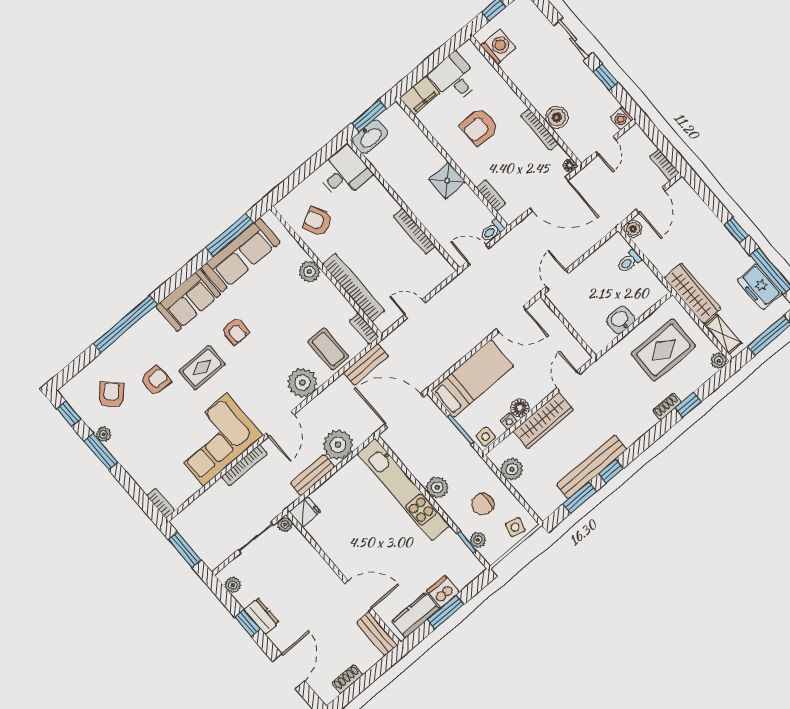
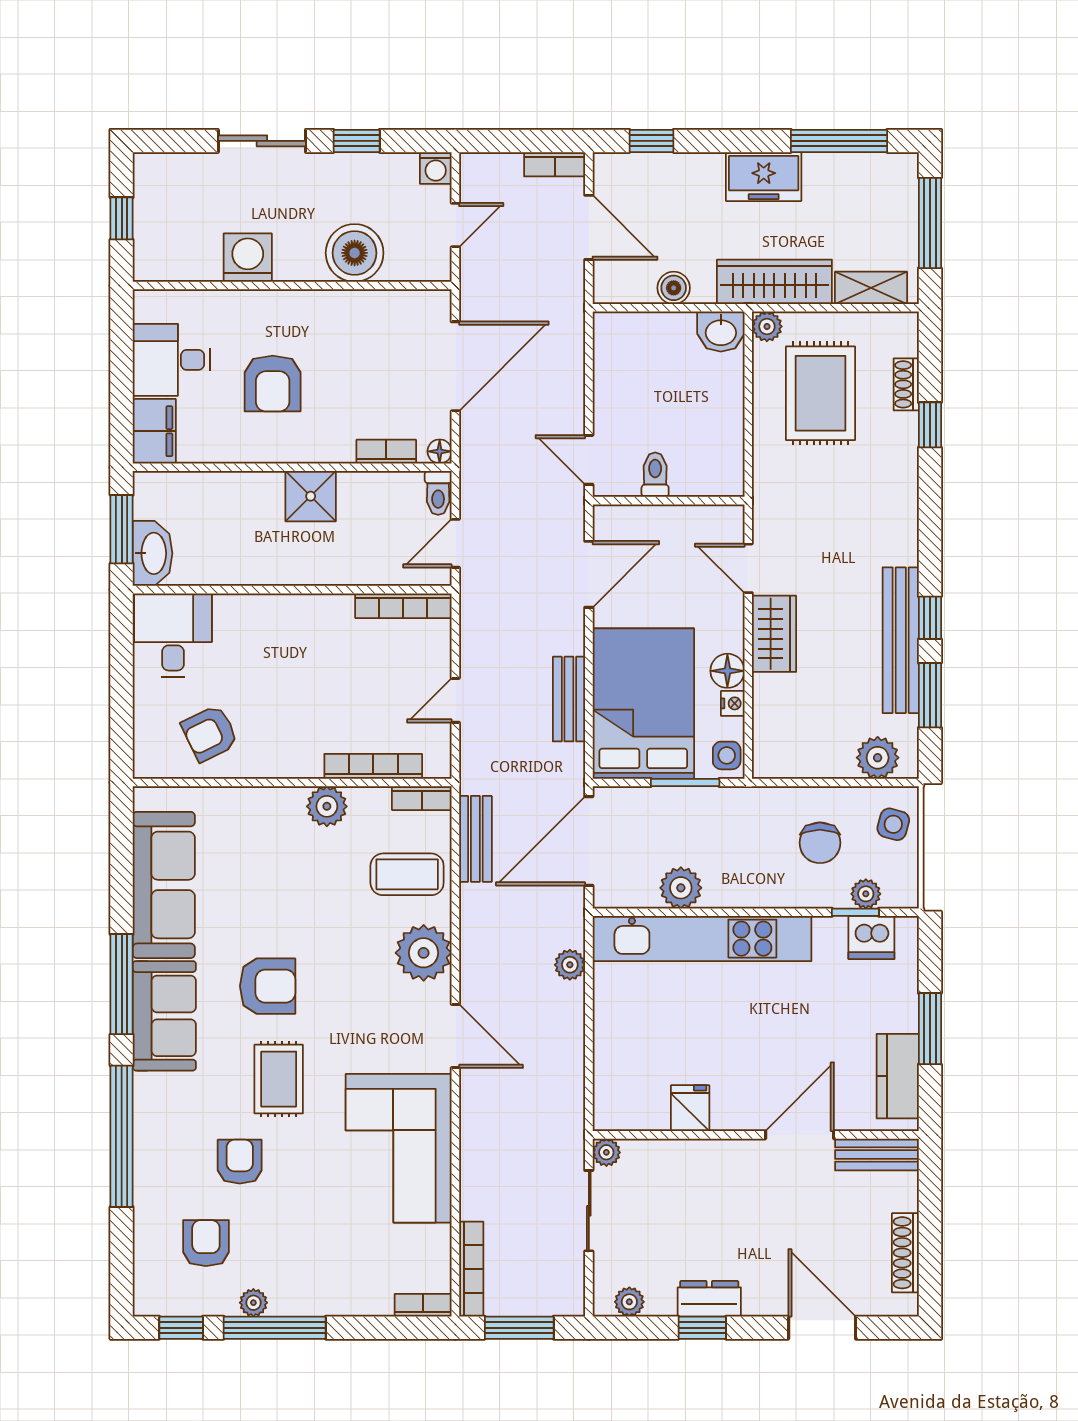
washing machine: (498, 47) -> (248, 258), moved
boiler: (557, 117) -> (355, 253), width x1.37, depth x1.37
bookcase: (540, 130) -> (351, 300), removed
door: (606, 146) -> (455, 225), hinge flipped
floor lamp: (570, 165) -> (440, 451), moved
boiler: (633, 229) -> (674, 288), moved
window: (736, 230) -> (651, 141), moved
bookcase: (414, 231) -> (403, 606), moved
window: (229, 235) -> (122, 984), moved
toilet: (629, 261) -> (655, 475), moved, turned 180
plant: (309, 272) -> (327, 806), moved
freezer: (760, 287) -> (764, 177), moved
bookcase: (354, 288) -> (373, 766), width x0.68, depth x0.76
washbasin: (620, 320) -> (721, 332), moved, turned -90
armchair: (236, 331) -> (268, 986), width x1.38, depth x1.38
plant: (719, 361) -> (767, 326), moved
bed: (472, 379) -> (643, 704), width x1.50
armchair: (111, 395) -> (206, 1243), turned 46
shoe rack: (667, 406) -> (906, 384), moved
wardrobe: (543, 420) -> (774, 634), width x0.67
plant: (338, 445) -> (570, 965), width x0.53, depth x0.53
window: (101, 451) -> (275, 1328), width x1.44
bookcase: (245, 465) -> (471, 1269), moved
plant: (512, 469) -> (878, 758), moved
bench: (312, 475) -> (569, 699), moved
plant: (437, 487) -> (681, 888), moved
fridge: (305, 512) -> (690, 1108), moved
dishwasher: (443, 592) -> (871, 938), moved, turned -90
shoe rack: (347, 679) -> (905, 1253), width x1.43

